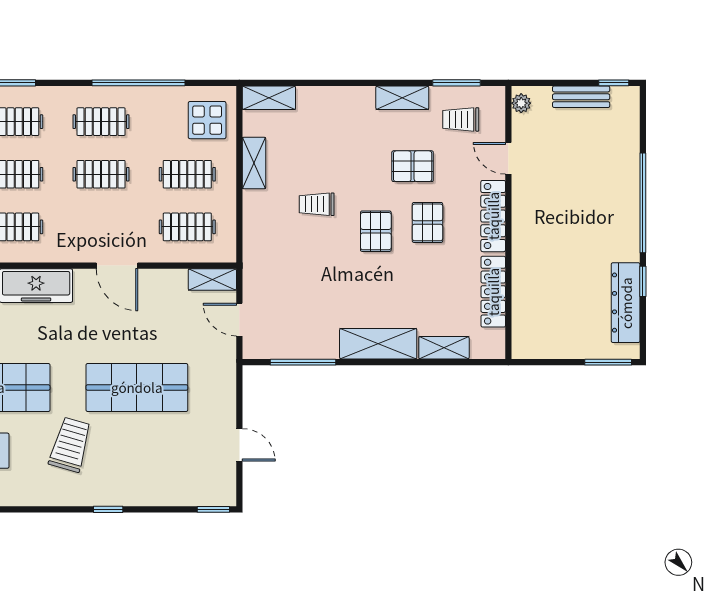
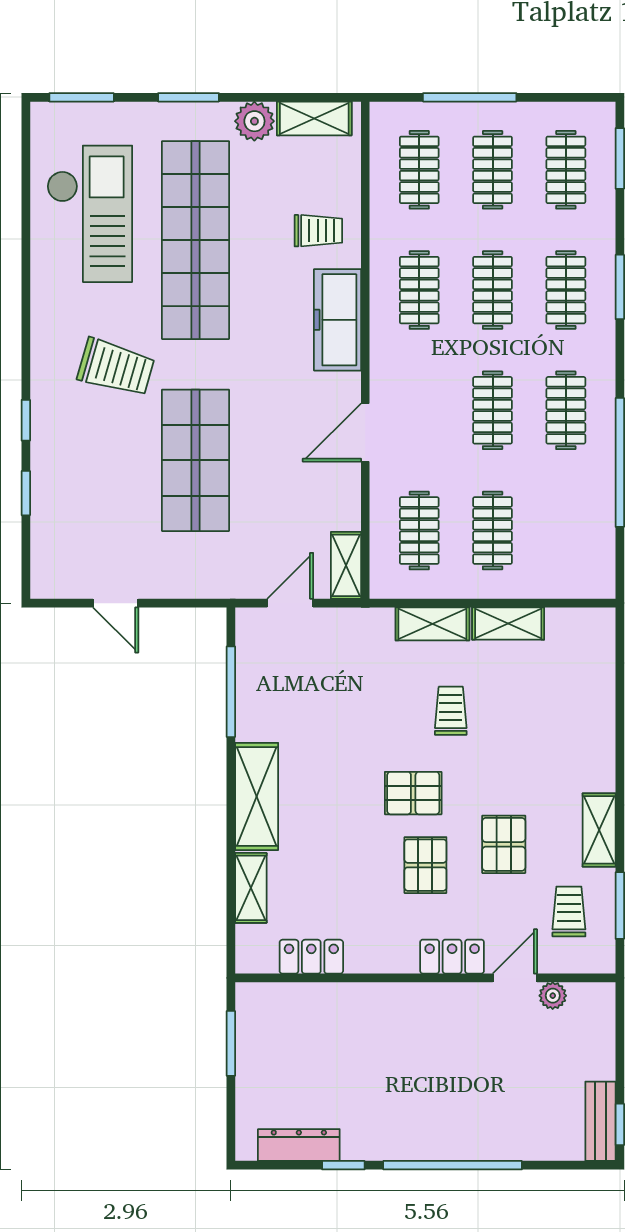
bench: (581, 97) -> (600, 1121), moved
shelving: (269, 98) -> (432, 624), moved, turned 90
plant: (521, 103) -> (553, 996), moved
display table: (207, 120) -> (568, 558), removed
locker: (493, 216) -> (452, 957), width x0.66
pallet: (427, 222) -> (425, 865), turned 90
locker: (493, 292) -> (311, 957), width x0.66
dresser: (626, 303) -> (299, 1145), width x0.73, depth x0.80
window: (608, 362) -> (231, 1043), moved
door: (239, 445) -> (116, 603), hinge flipped
window: (213, 509) -> (26, 493), moved

